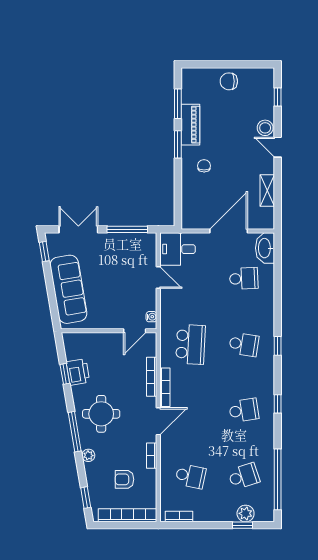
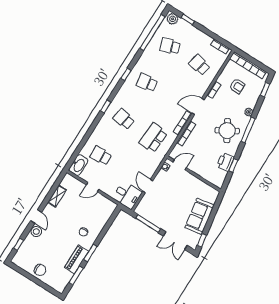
door: (229, 231) -> (93, 187), width x0.53
sofa: (68, 289) -> (199, 216), width x0.73
round table: (101, 414) -> (227, 131), turned -30
plant: (246, 513) -> (173, 19), moved

